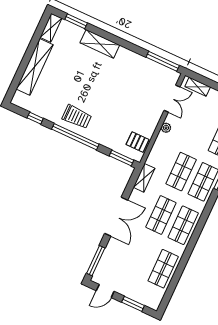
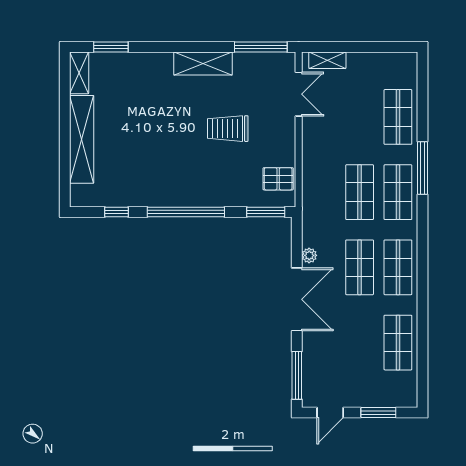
shelving: (100, 44) -> (203, 64), moved
trolley: (77, 117) -> (228, 129), moved, turned 180
plant: (166, 128) -> (309, 255), moved
shelving: (144, 178) -> (311, 225), removed

